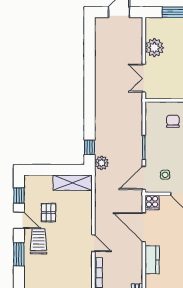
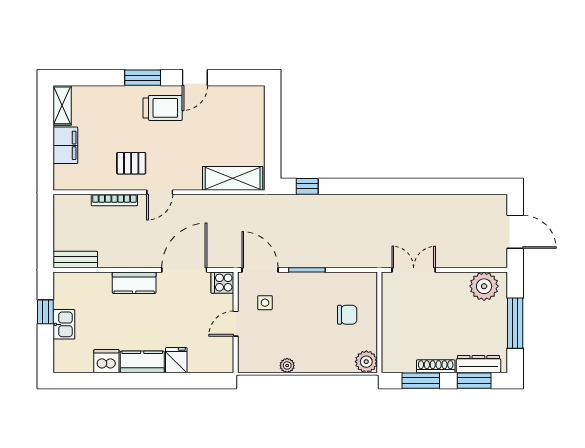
plant: (154, 48) -> (484, 286), moved
plant: (102, 163) -> (283, 205), removed
shelving: (73, 183) -> (233, 178), moved, turned 90
window: (19, 196) -> (233, 78), removed
pallet: (48, 213) -> (131, 163), moved

